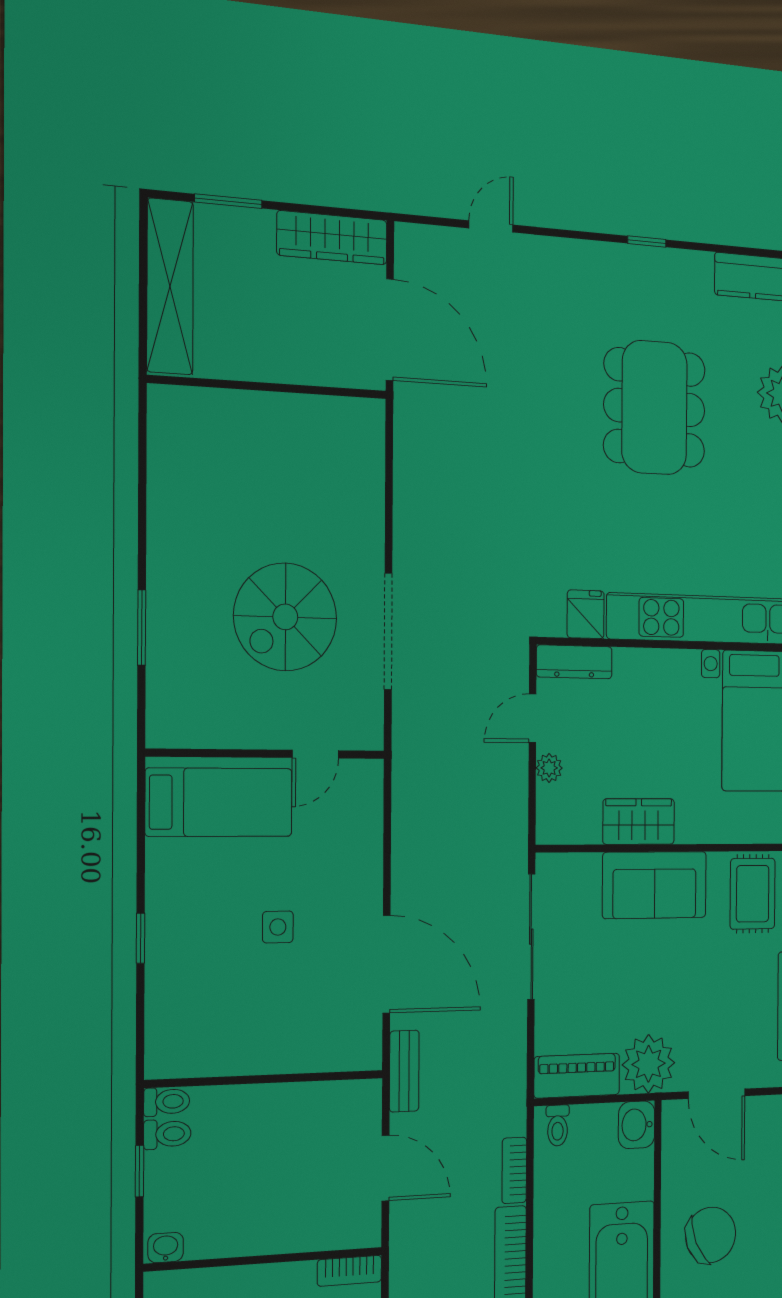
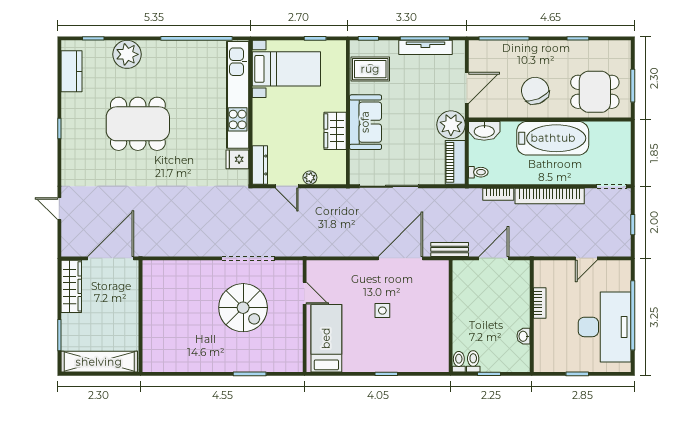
washbasin: (637, 1125) -> (484, 131), width x1.38
washbasin: (166, 1248) -> (523, 336), moved
bookcase: (349, 1271) -> (540, 303), moved

